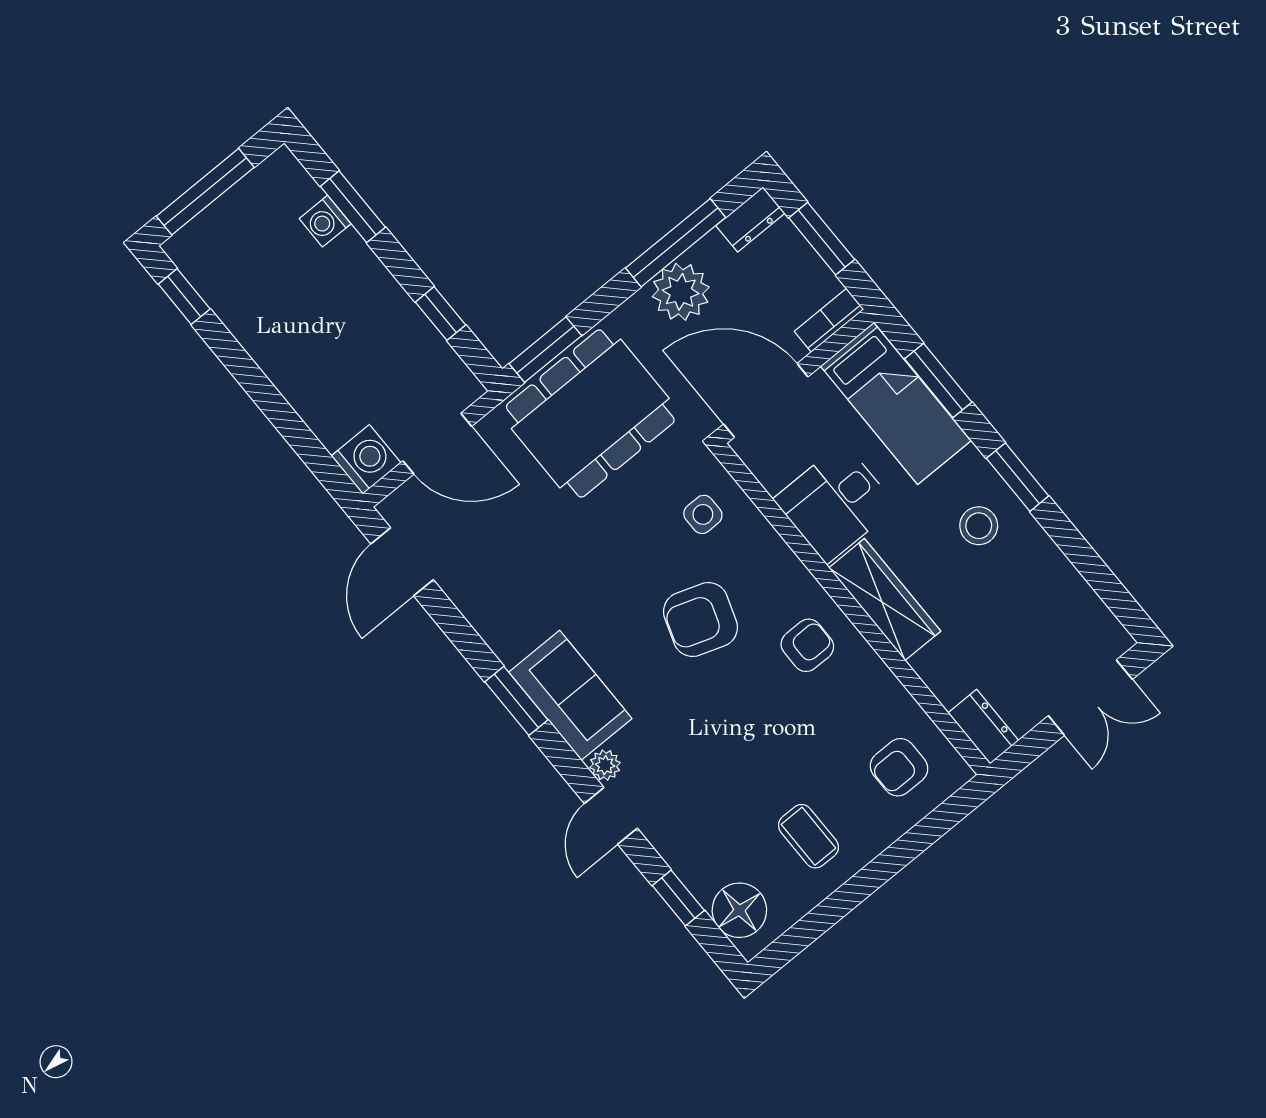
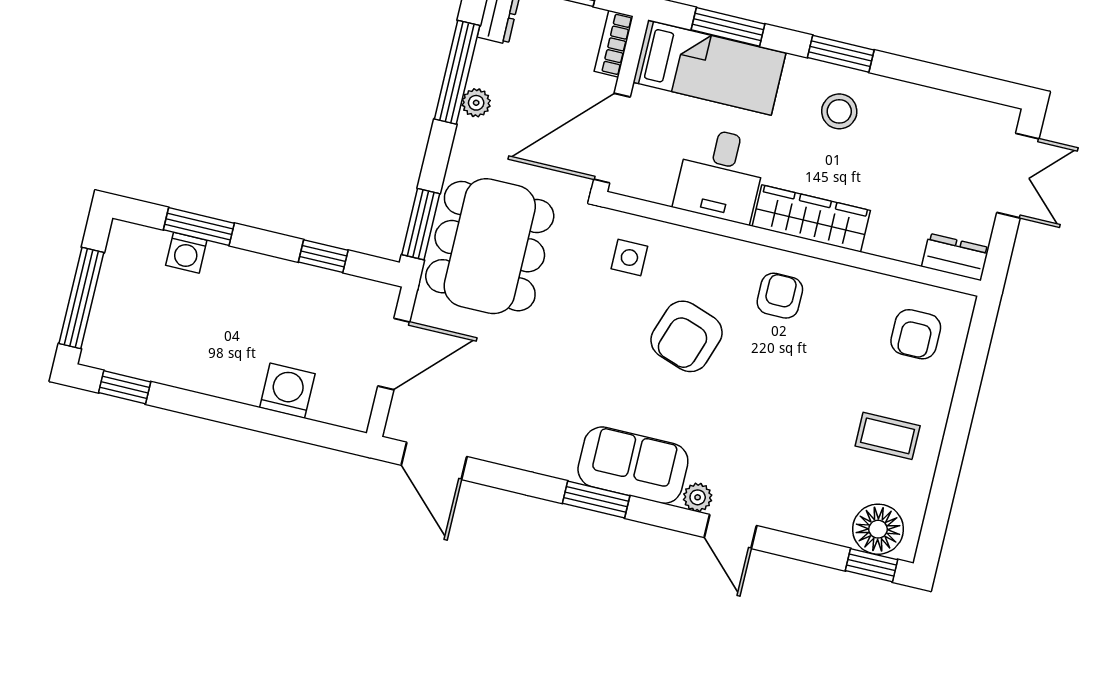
plant: (681, 292) -> (476, 103), width x0.53, depth x0.53
washing machine: (366, 459) -> (287, 391), moved
window: (678, 898) -> (872, 565), moved

